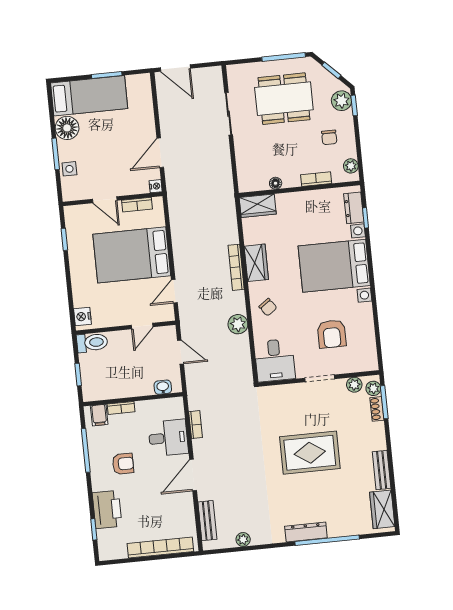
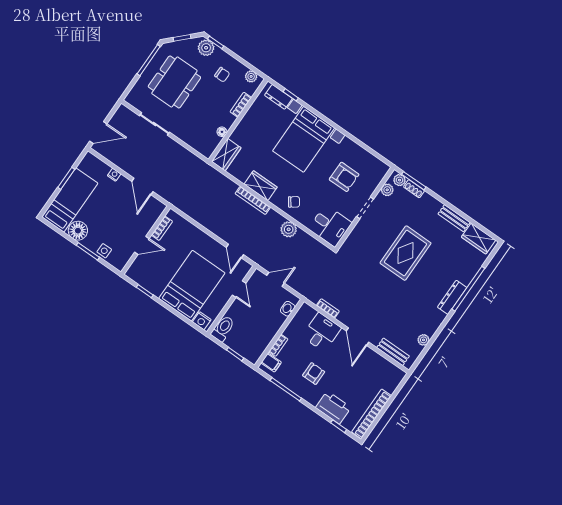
nightstand: (156, 186) -> (114, 175), moved
bed: (132, 255) -> (192, 286), moved, turned 180
bookcase: (160, 547) -> (372, 414), moved

